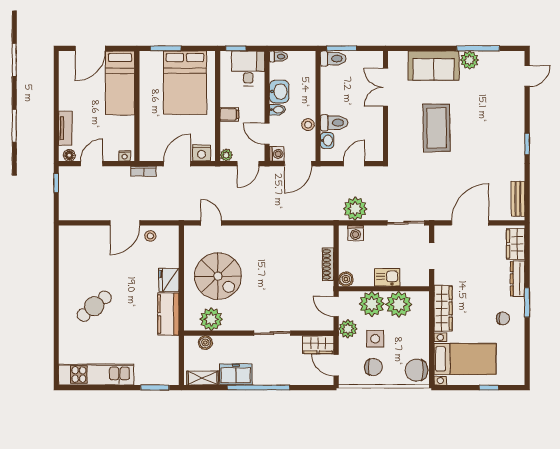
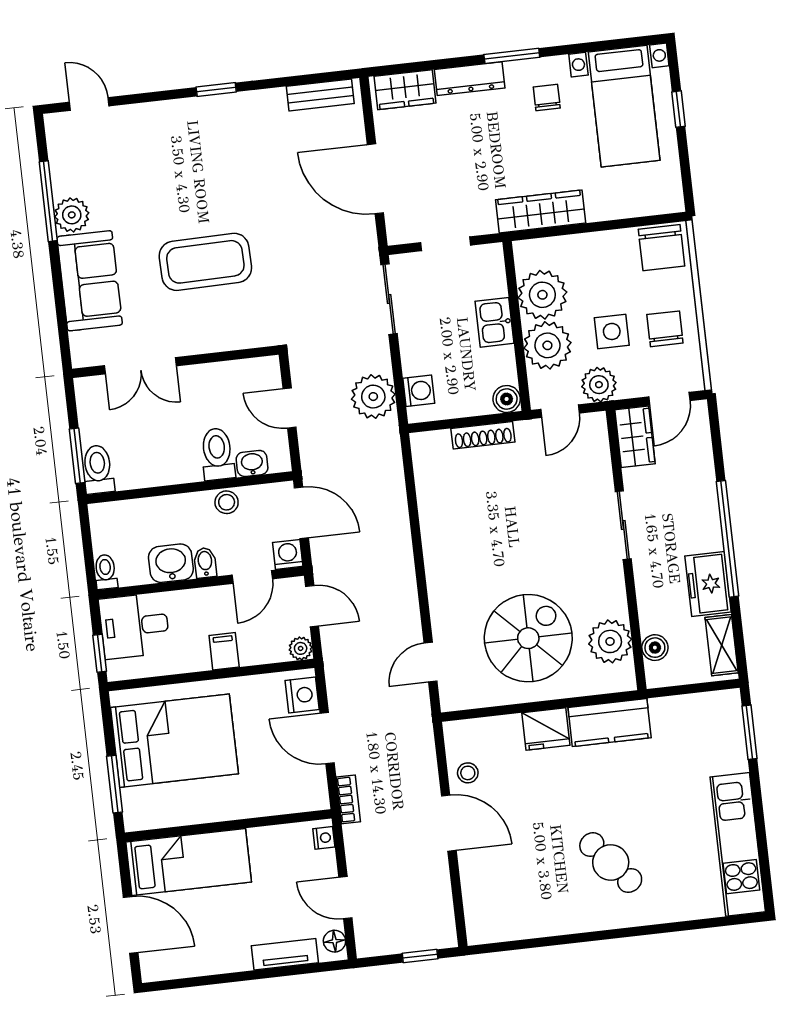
window: (56, 183) -> (420, 956), moved
bed with nightstands: (465, 359) -> (624, 106), moved, turned 180

